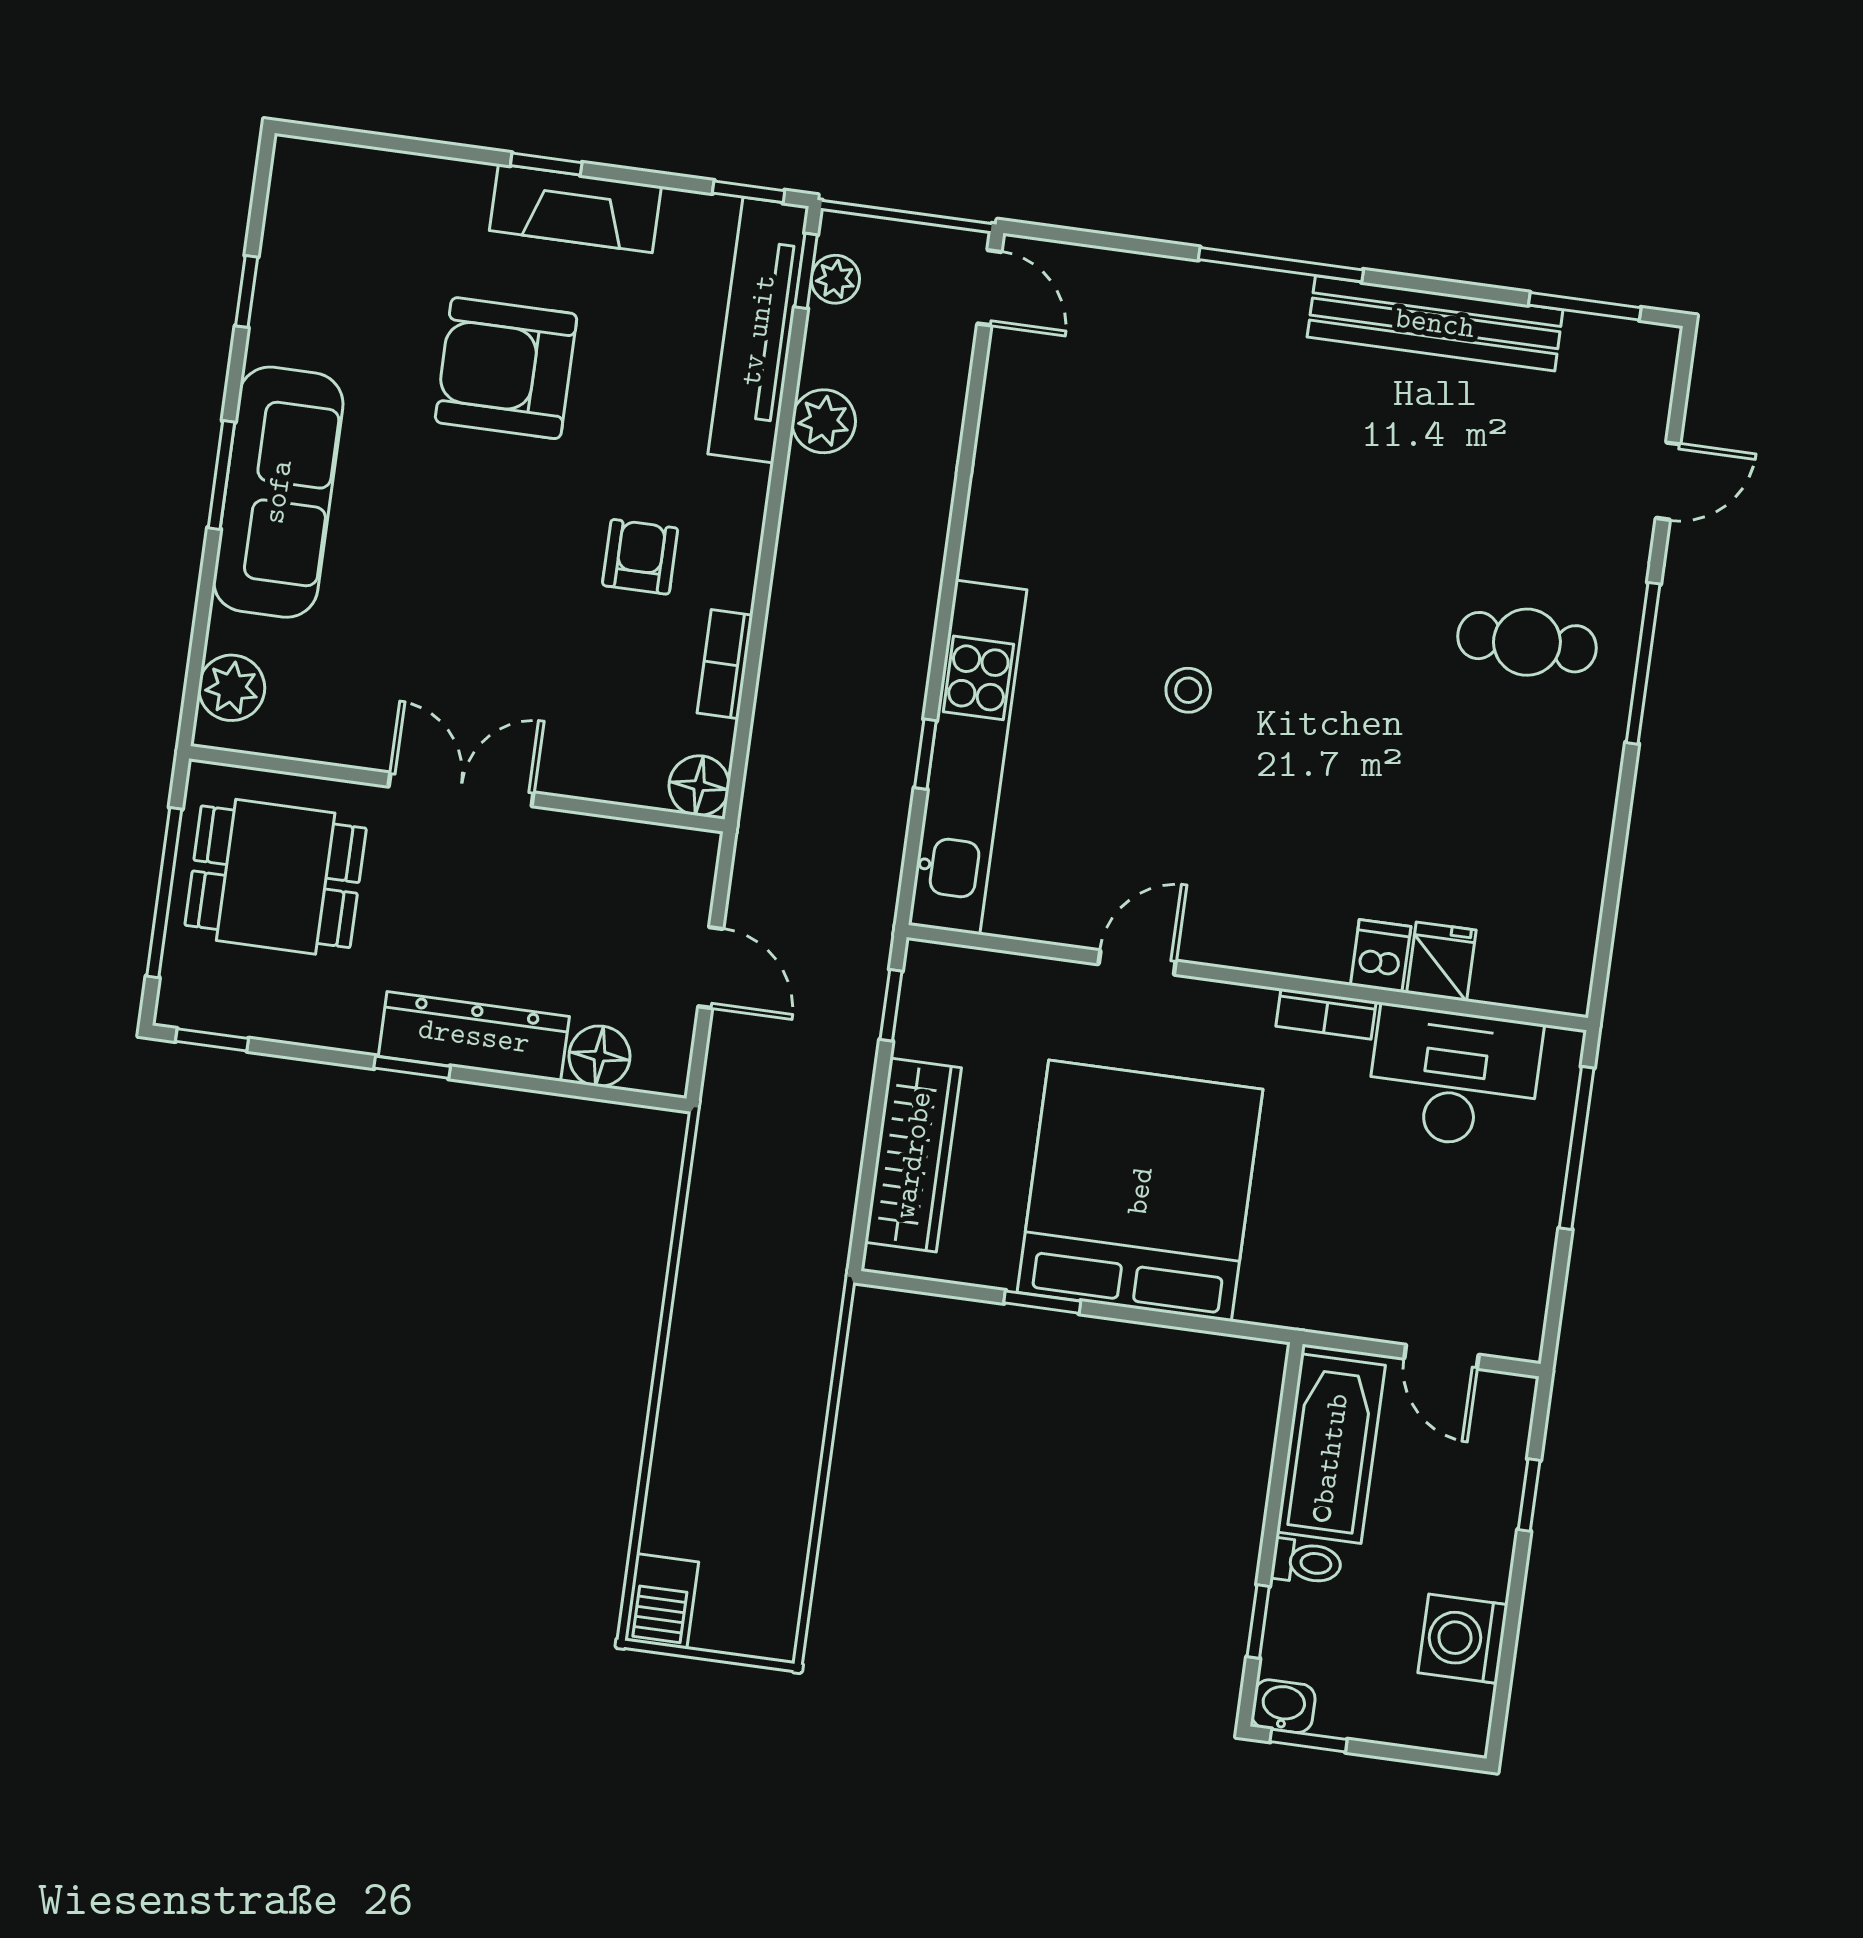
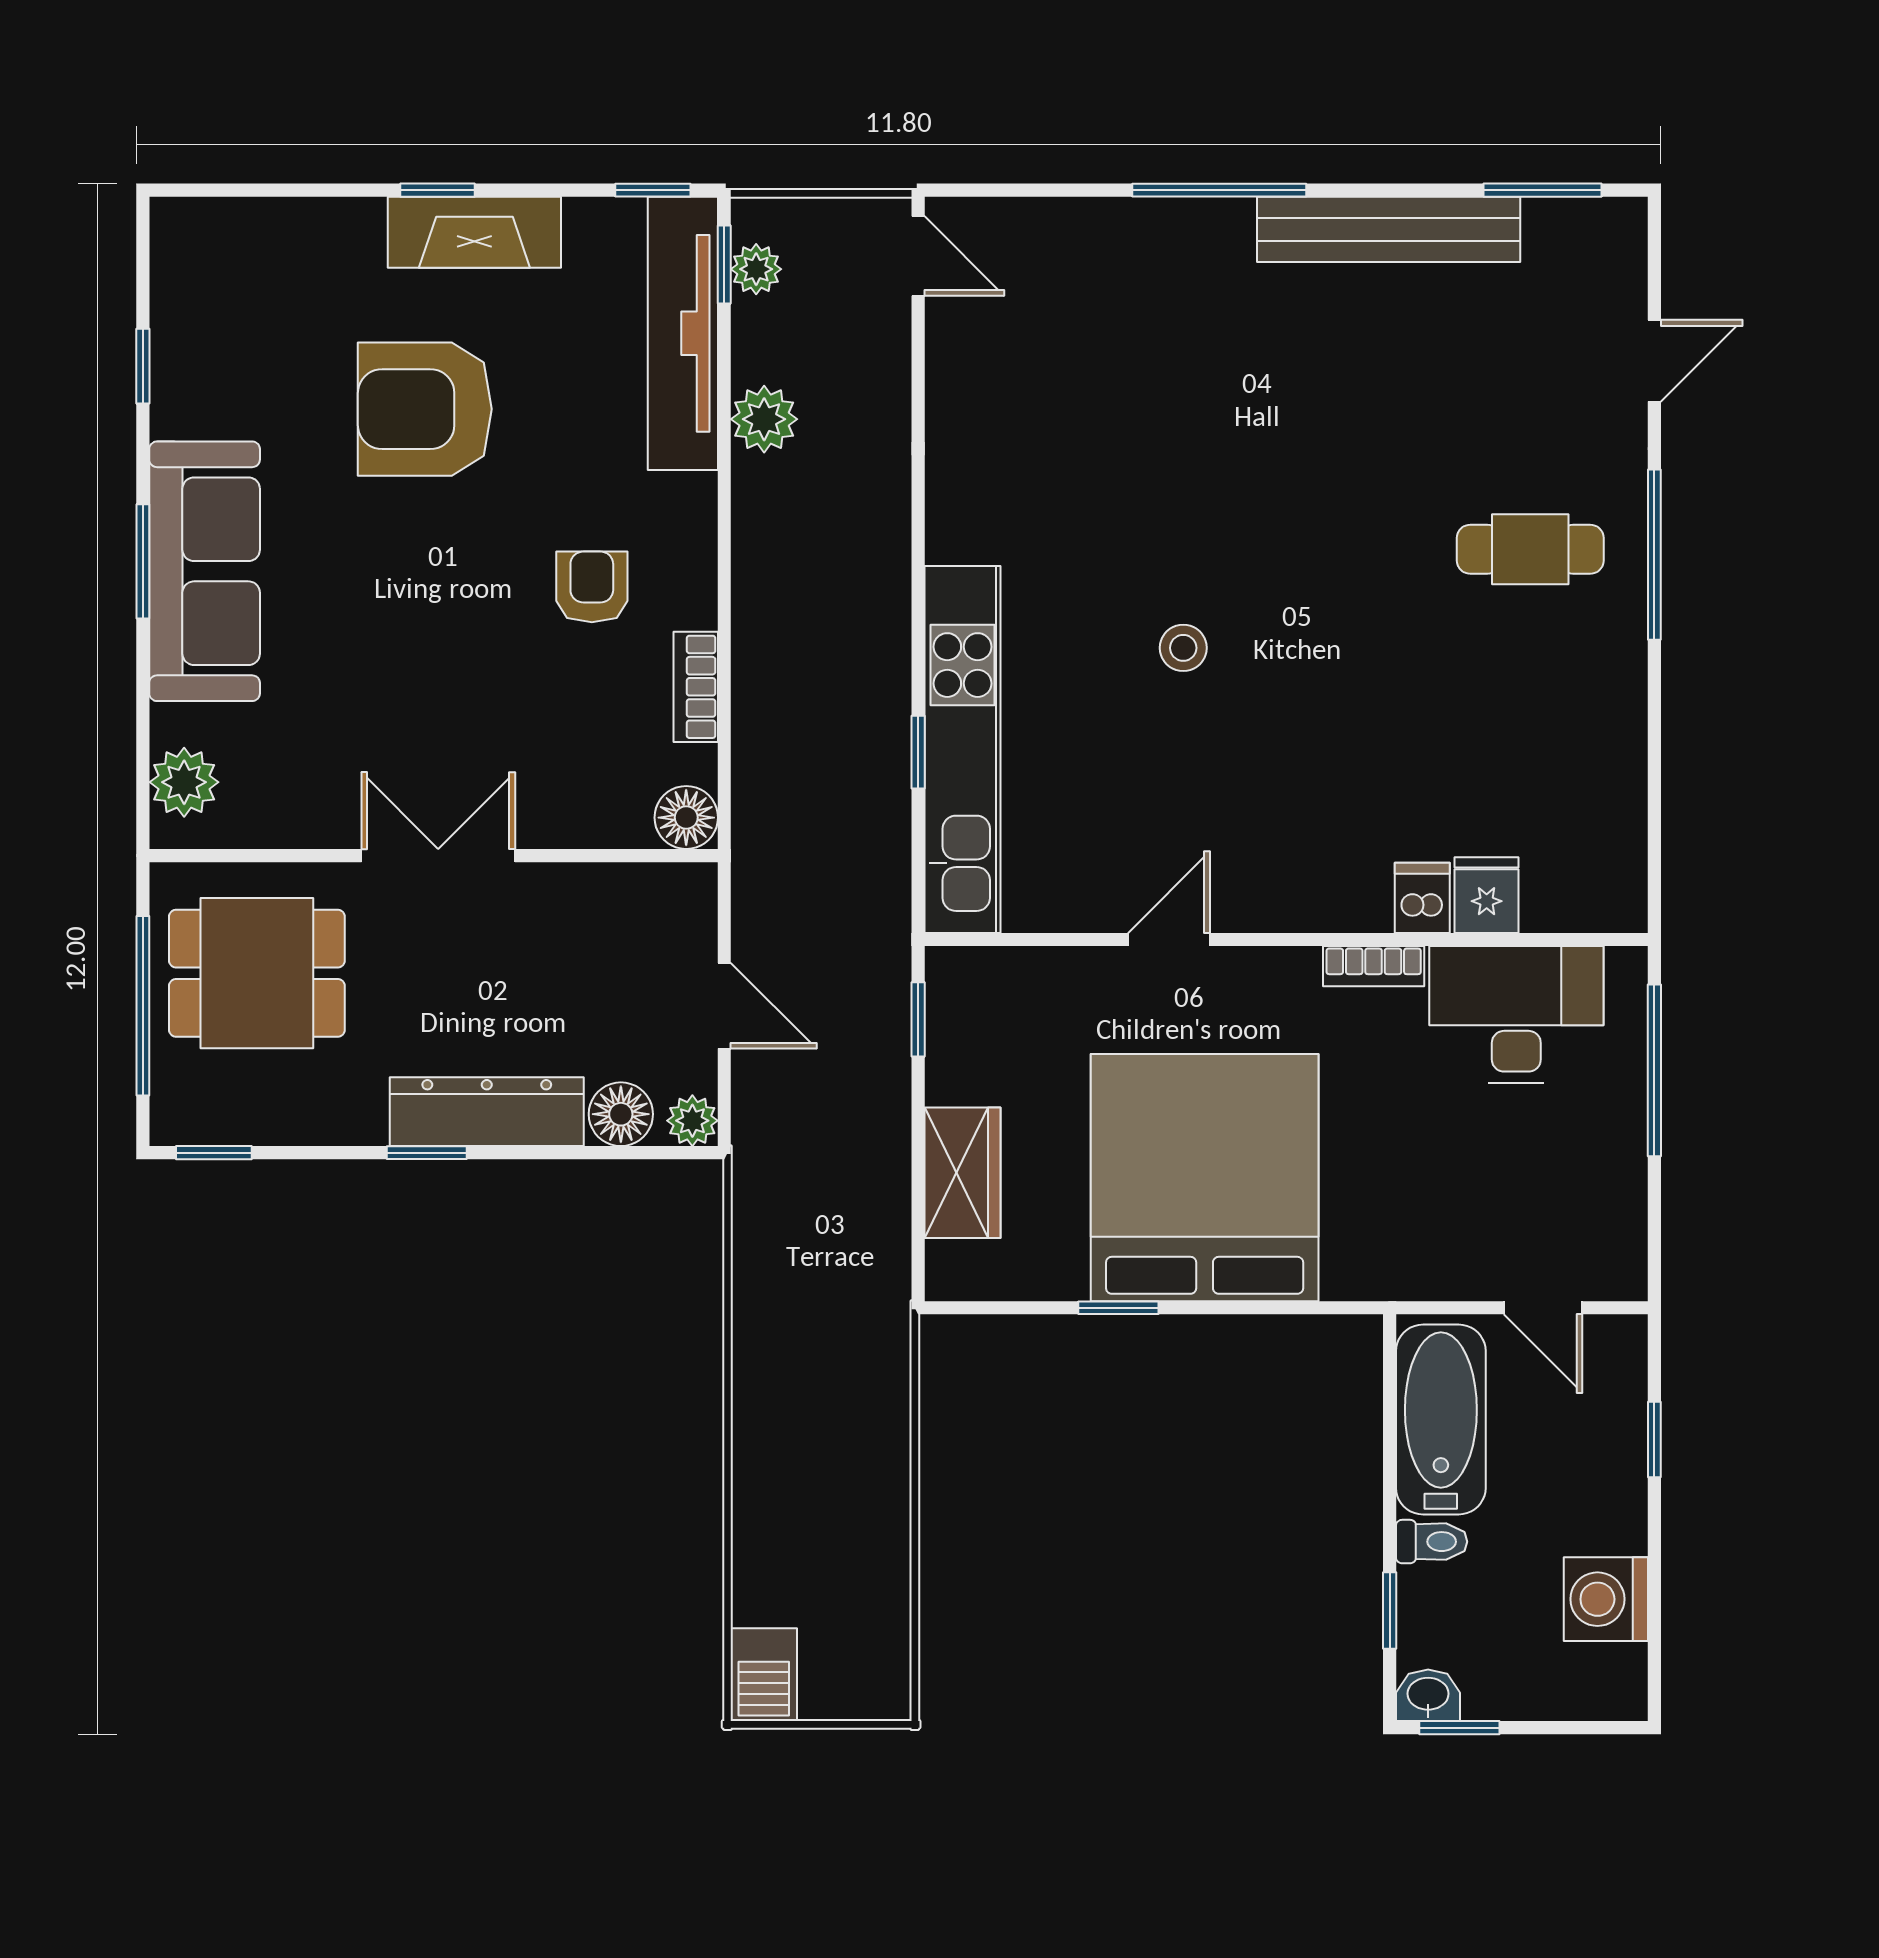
plant: (666, 1071) -> (692, 1121), added
wardrobe: (913, 1155) -> (962, 1173), width x0.67

